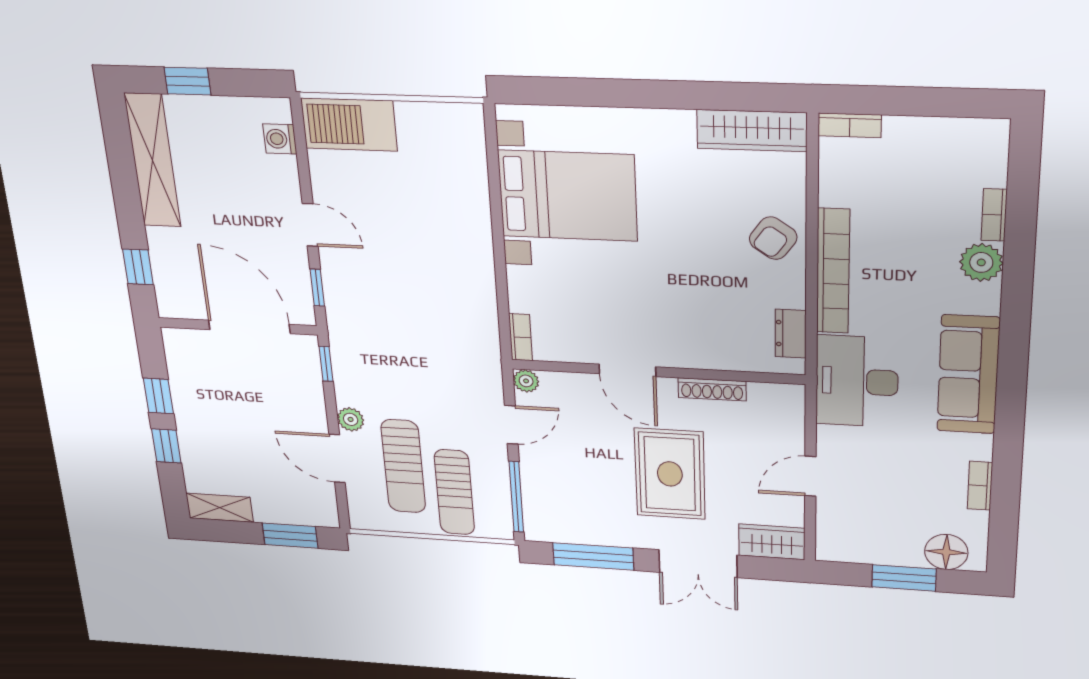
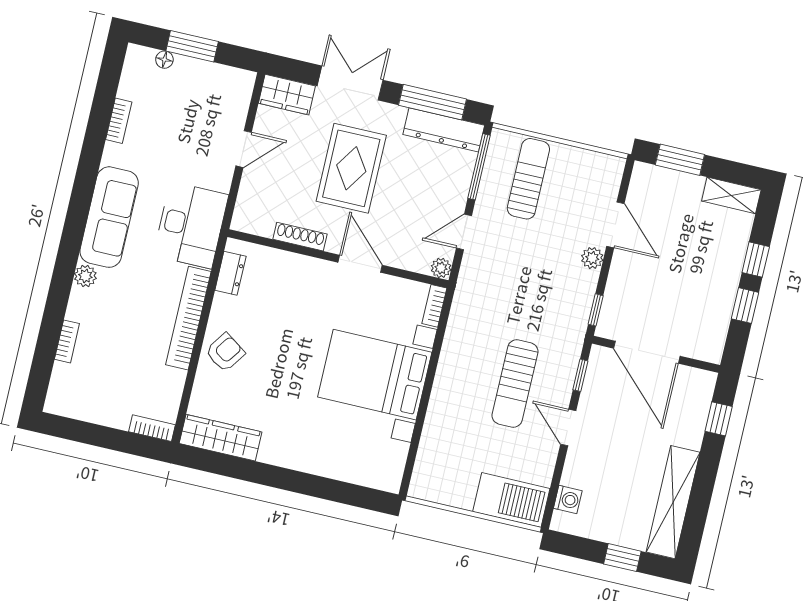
bed with nightstands: (568, 196) -> (375, 375), moved
plant: (981, 262) -> (85, 276), moved, width x0.73, depth x0.73
sun lounger: (403, 466) -> (515, 383), moved, turned 180
dresser: (571, 530) -> (444, 130), added
floor lamp: (946, 552) -> (164, 60), width x0.53, depth x0.53

